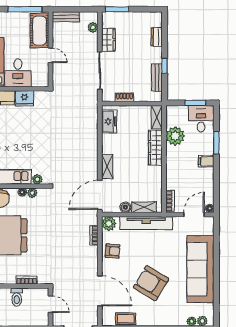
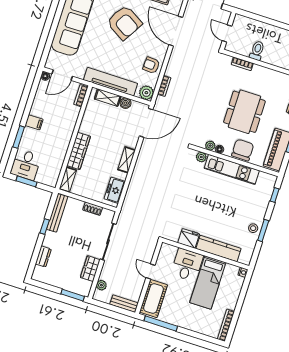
bench: (157, 77) -> (57, 213), width x1.36
plant: (175, 136) -> (56, 156), removed
shelving: (107, 167) -> (127, 160), moved

